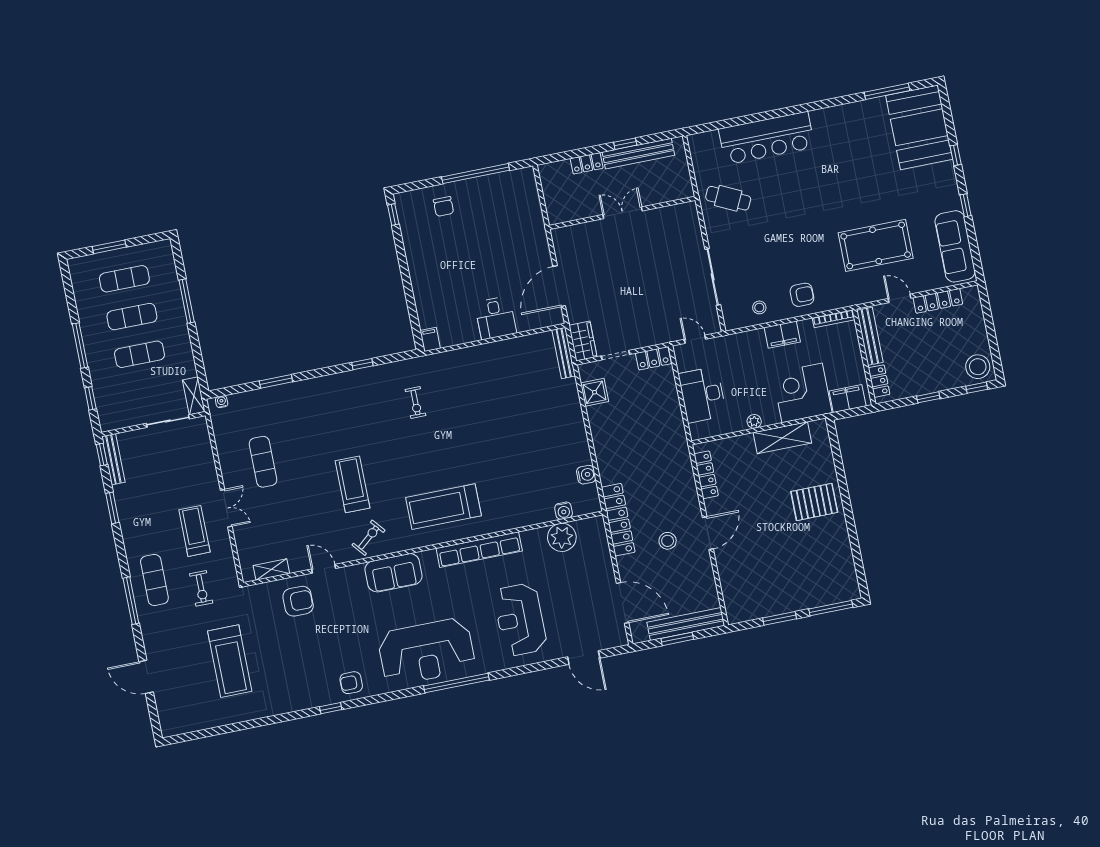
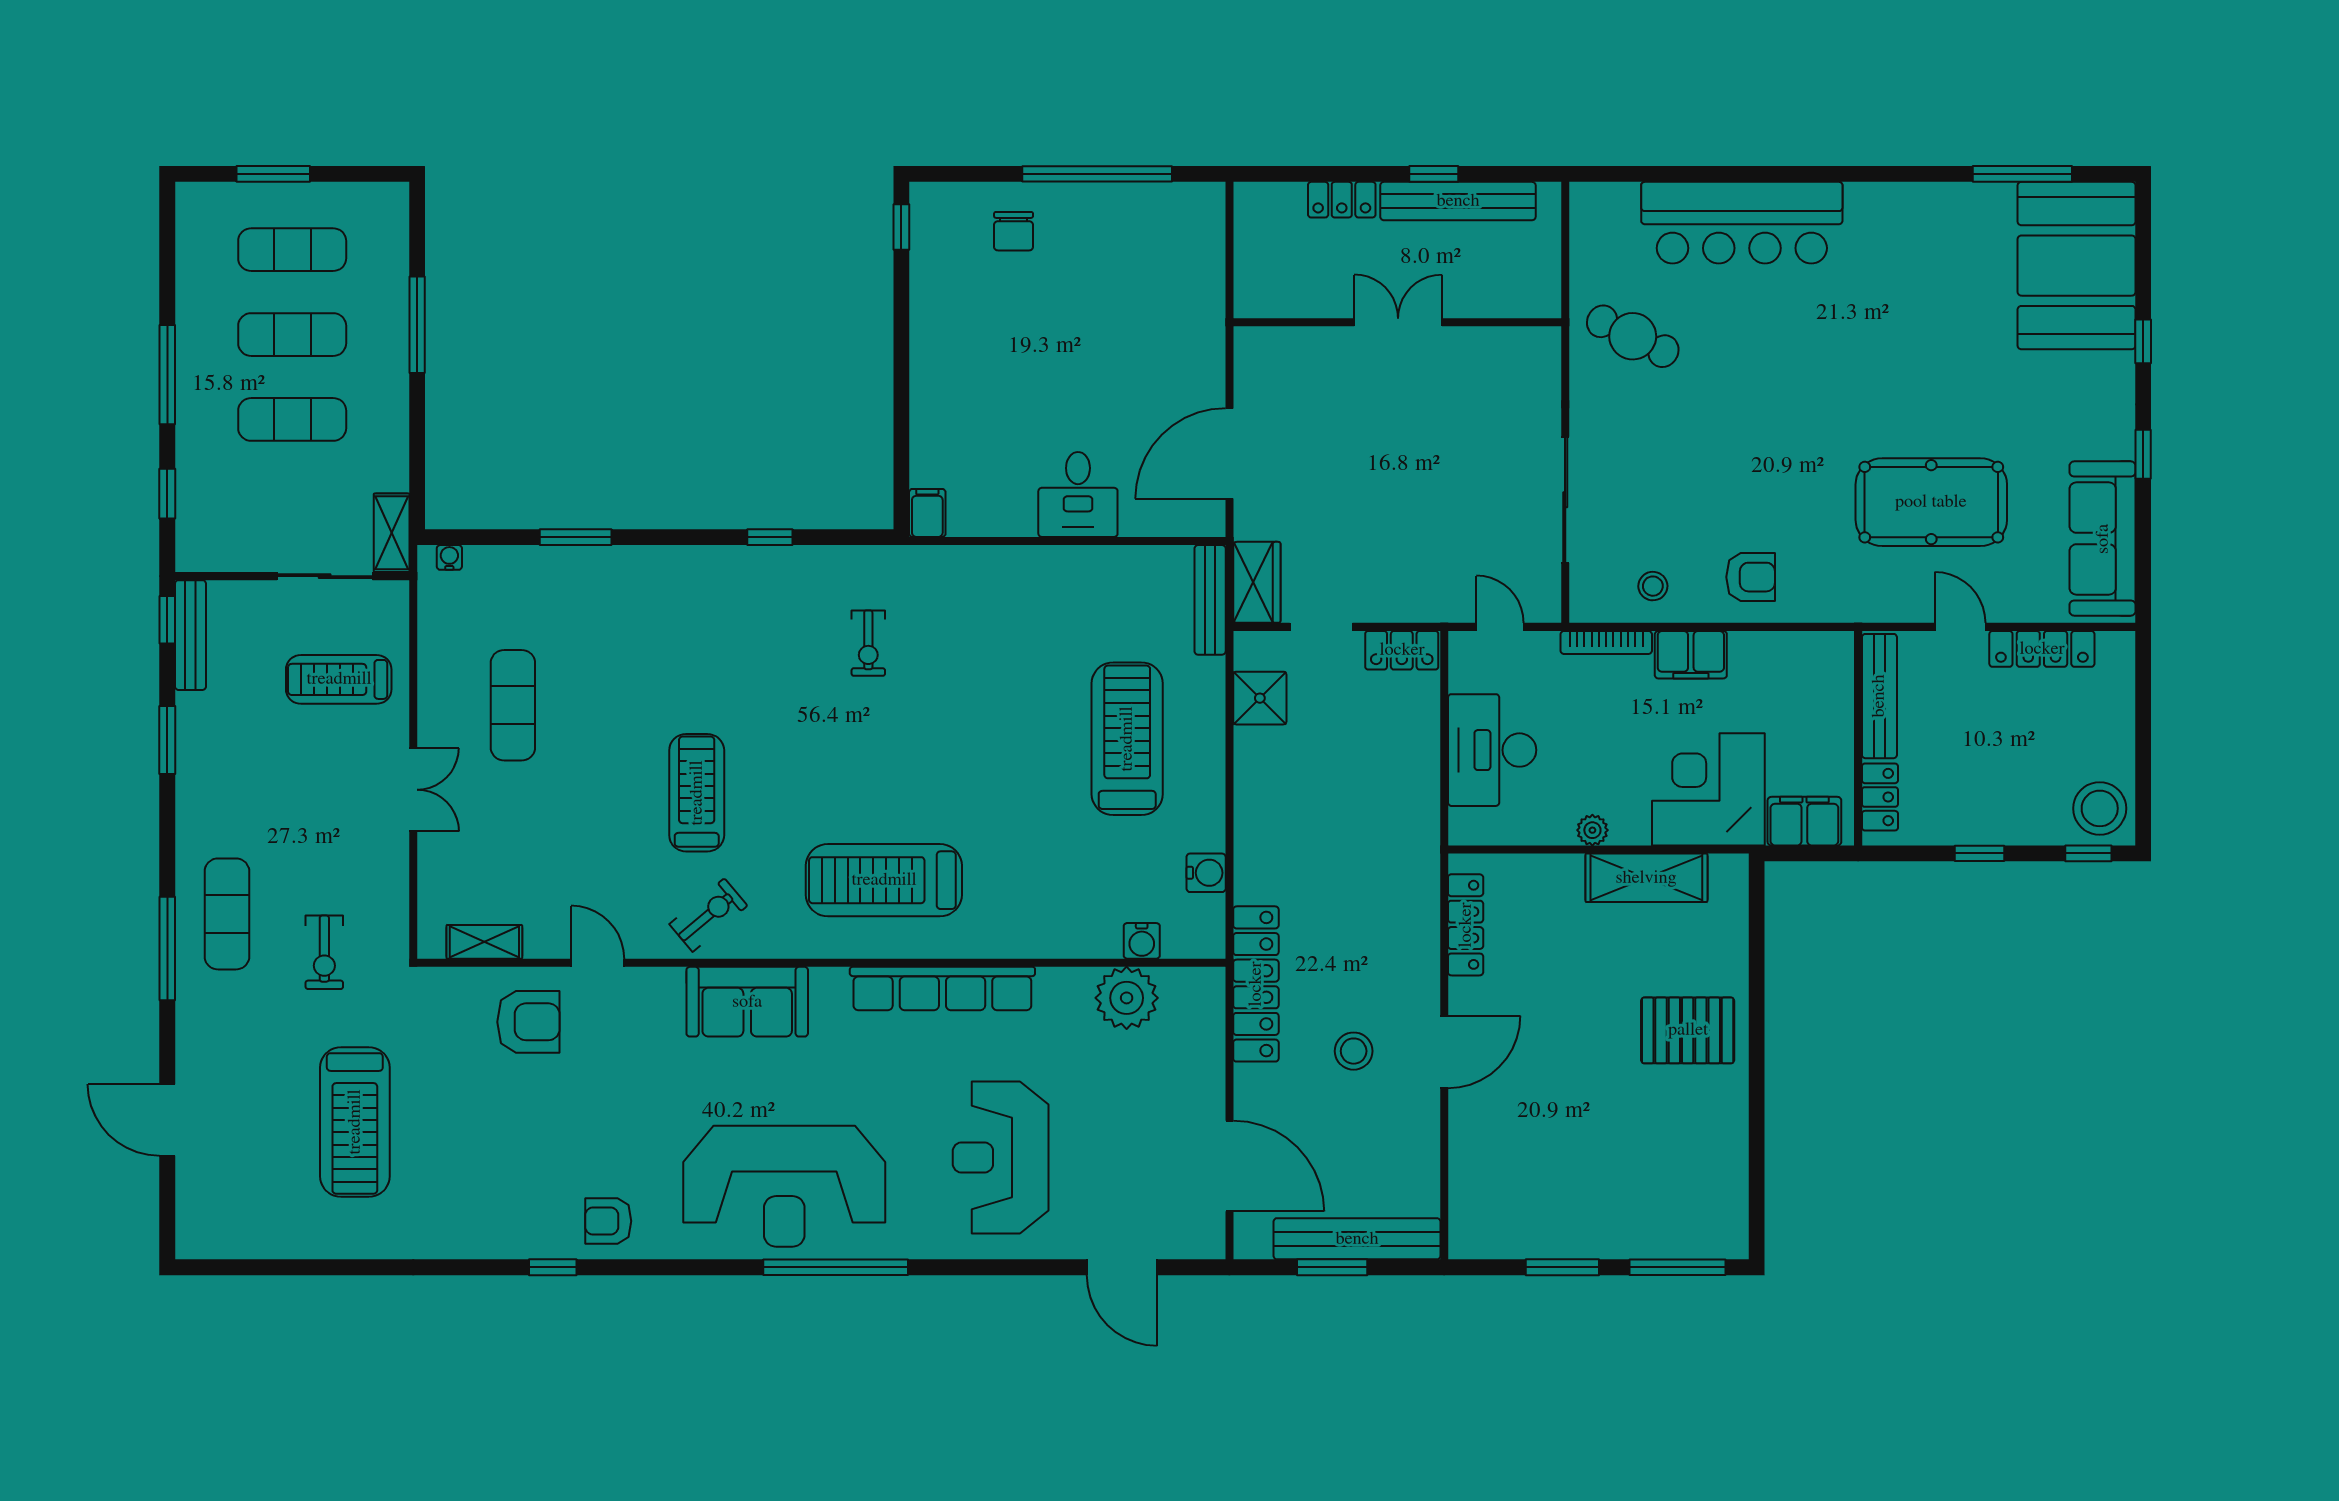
bookcase: (834, 319) -> (1606, 642), moved
treadmill: (539, 422) -> (1127, 739), added
treadmill: (194, 531) -> (339, 679), moved, turned -90

